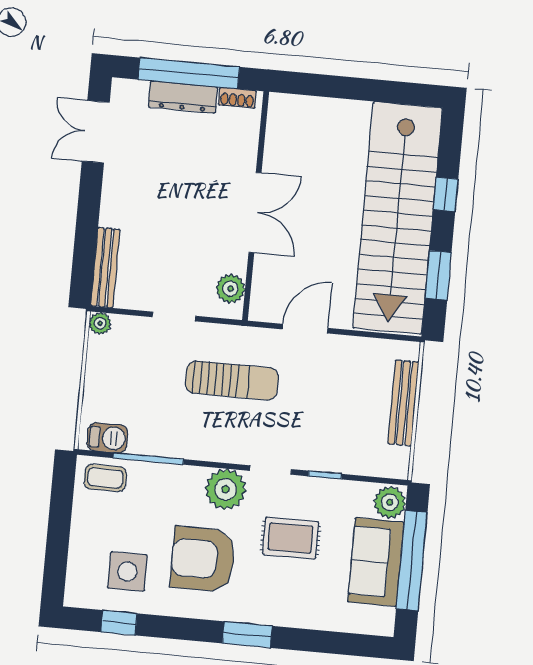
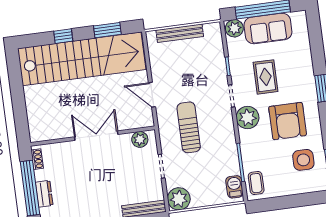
dresser: (183, 97) -> (44, 194), width x0.70
plant: (100, 323) -> (179, 199), width x1.88, depth x1.88

